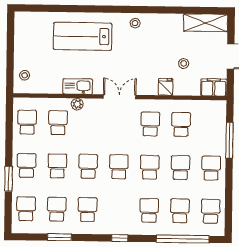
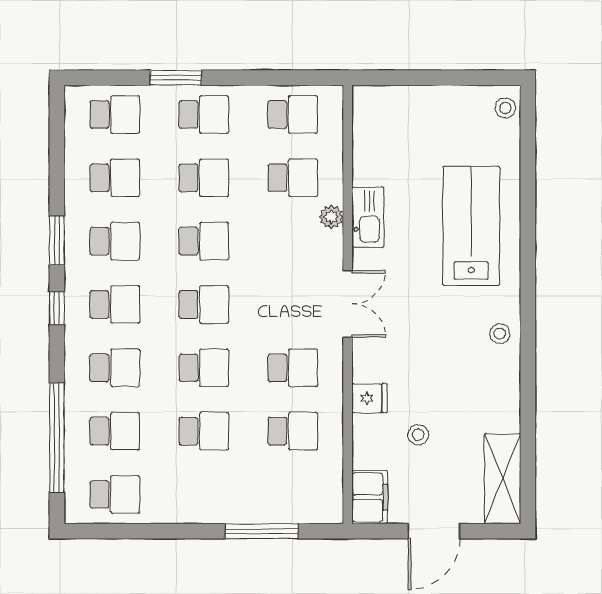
stool: (25, 75) -> (505, 108), moved
school desk: (211, 168) -> (115, 304), moved
window: (59, 237) -> (57, 240), moved

